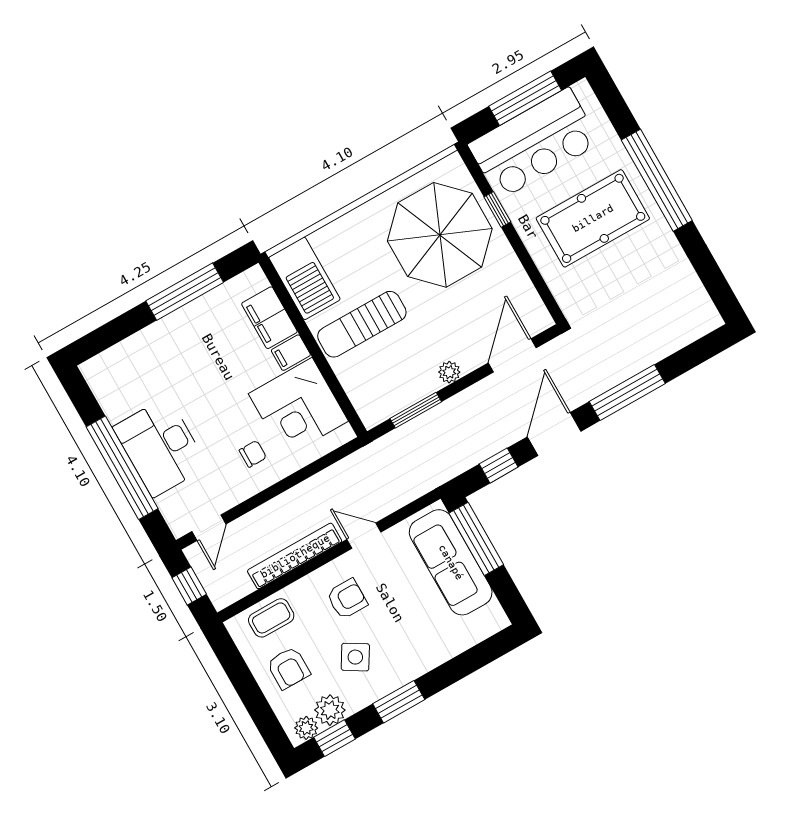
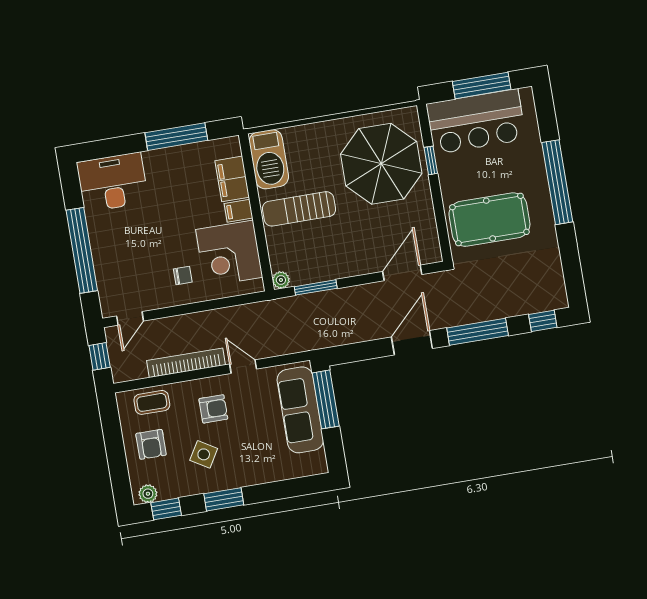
pool table: (593, 218) -> (489, 220), moved
plant: (449, 372) -> (281, 280), moved
desk: (160, 447) -> (112, 182), moved, turned 90
window: (499, 466) -> (543, 321), moved
plant: (330, 710) -> (170, 487), removed

